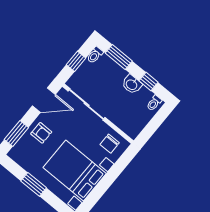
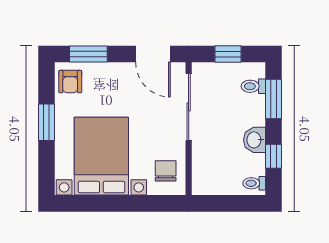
toilet: (95, 55) -> (253, 86), moved
armchair: (41, 133) -> (70, 82), moved
chair: (110, 144) -> (166, 171), turned 90

